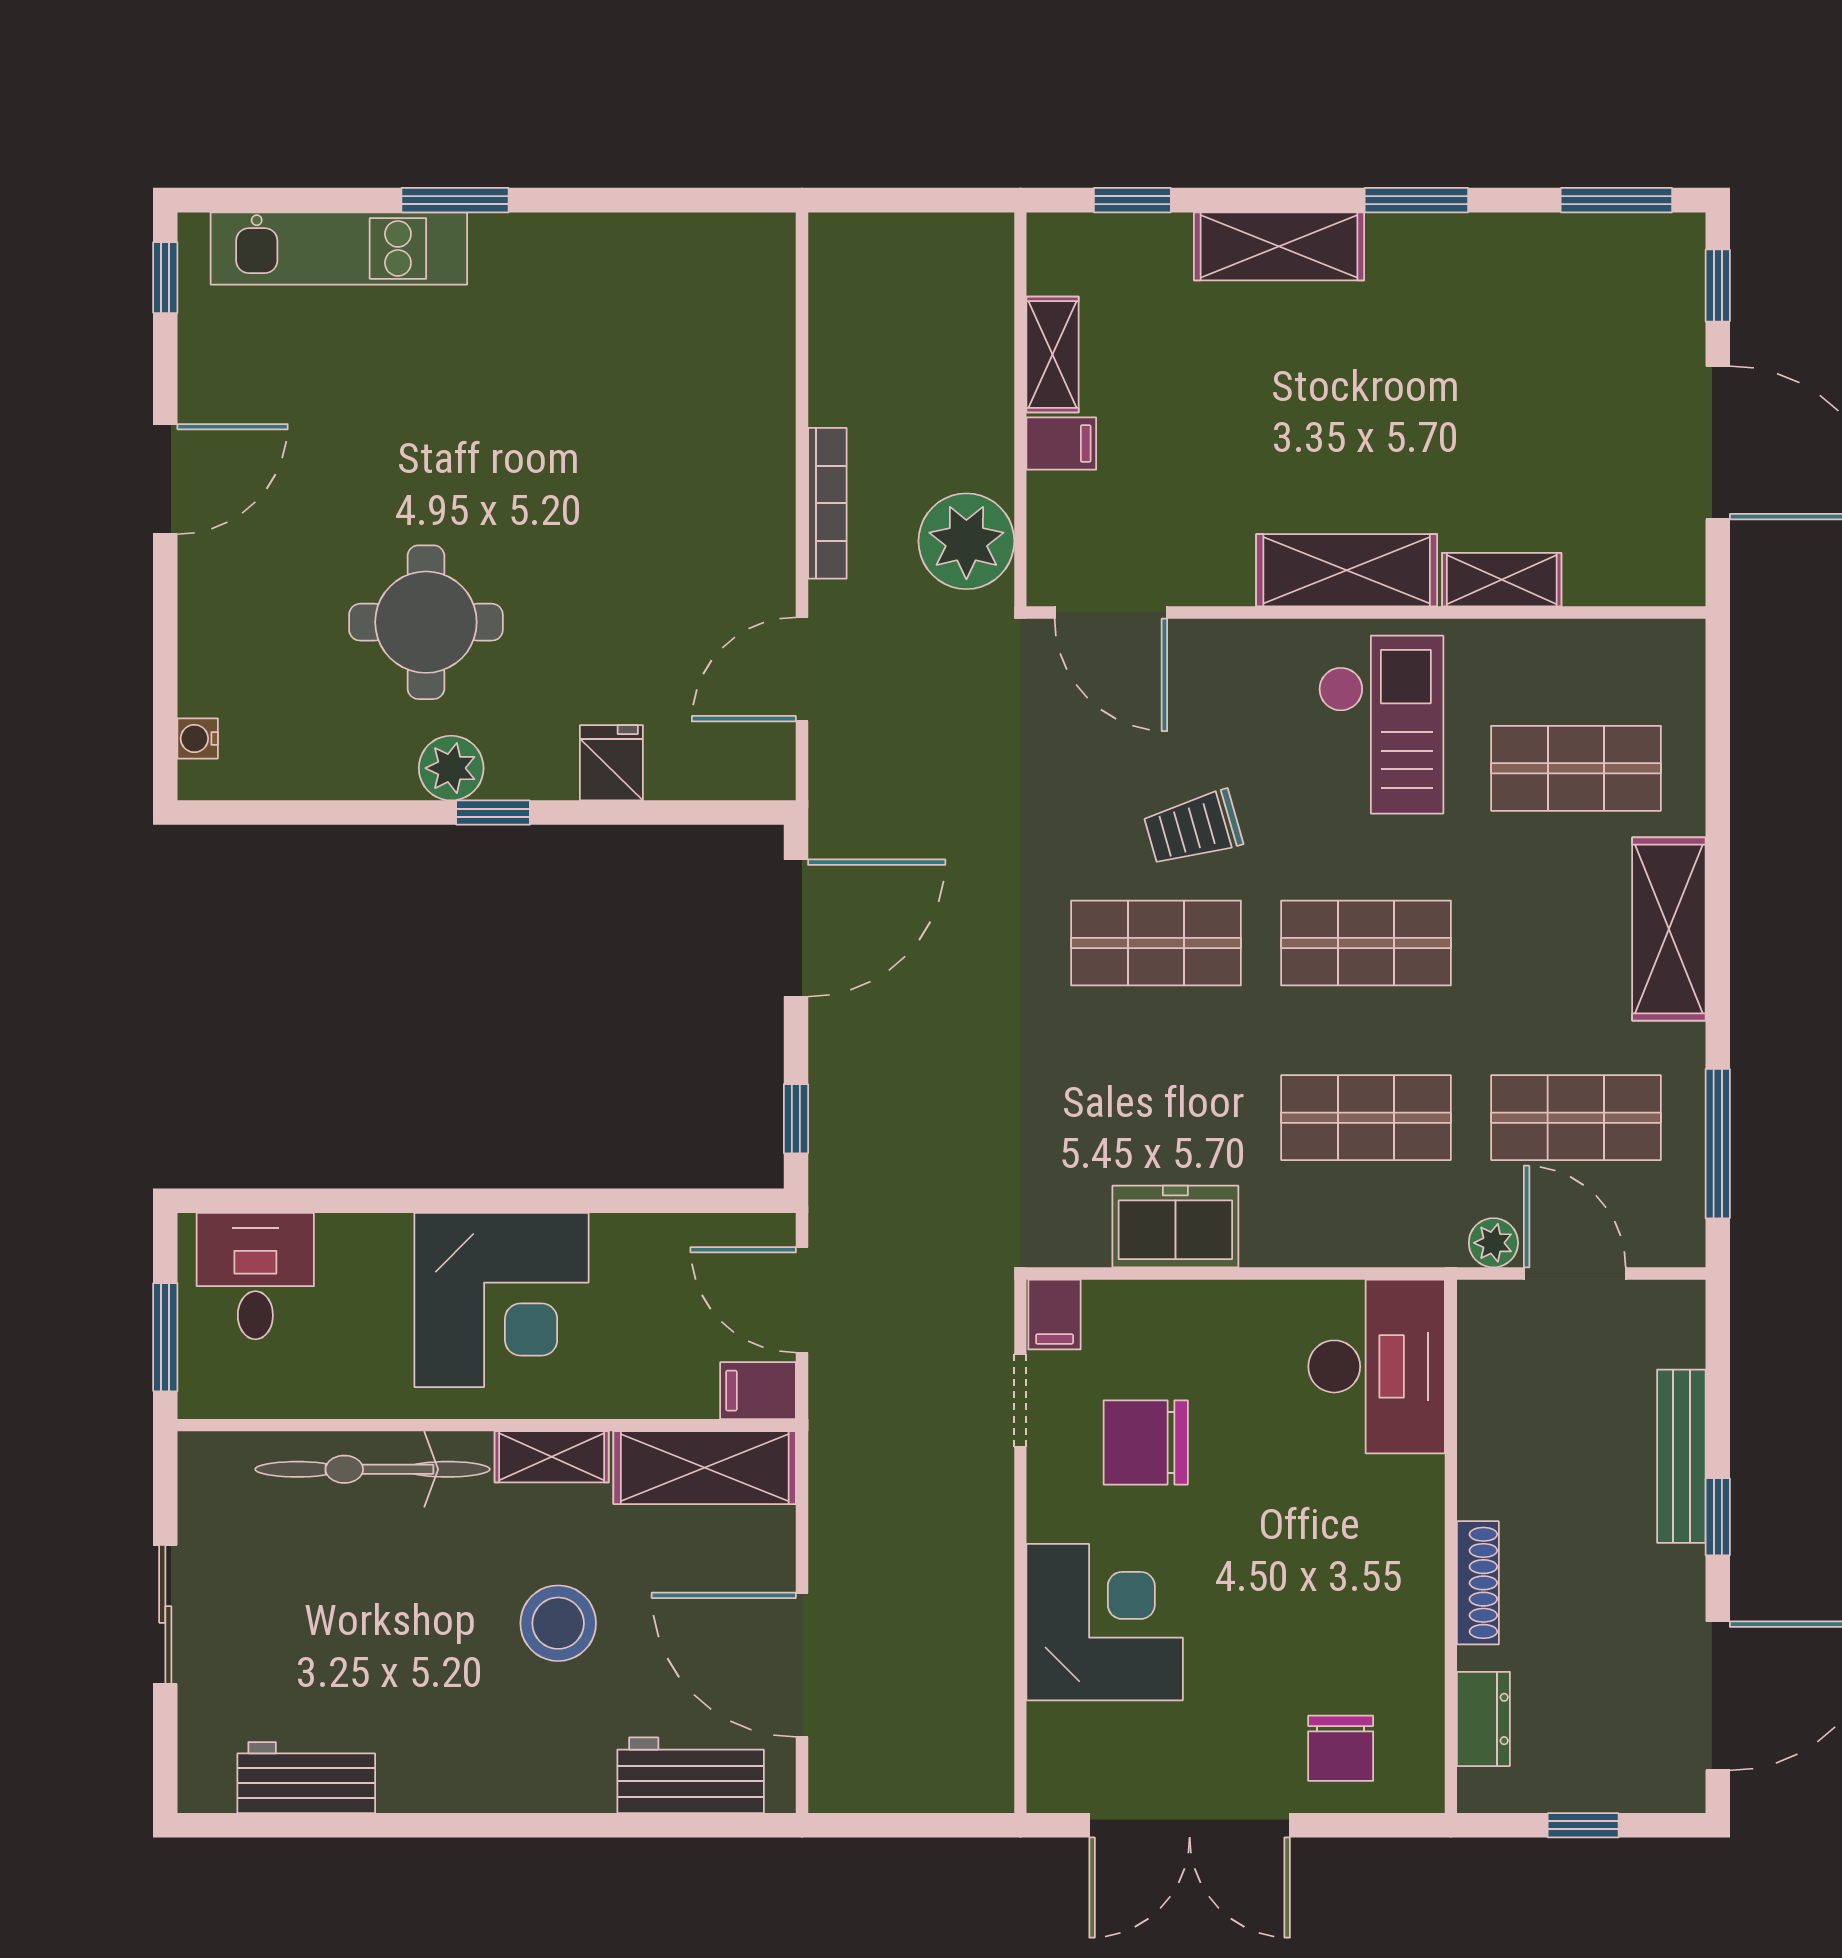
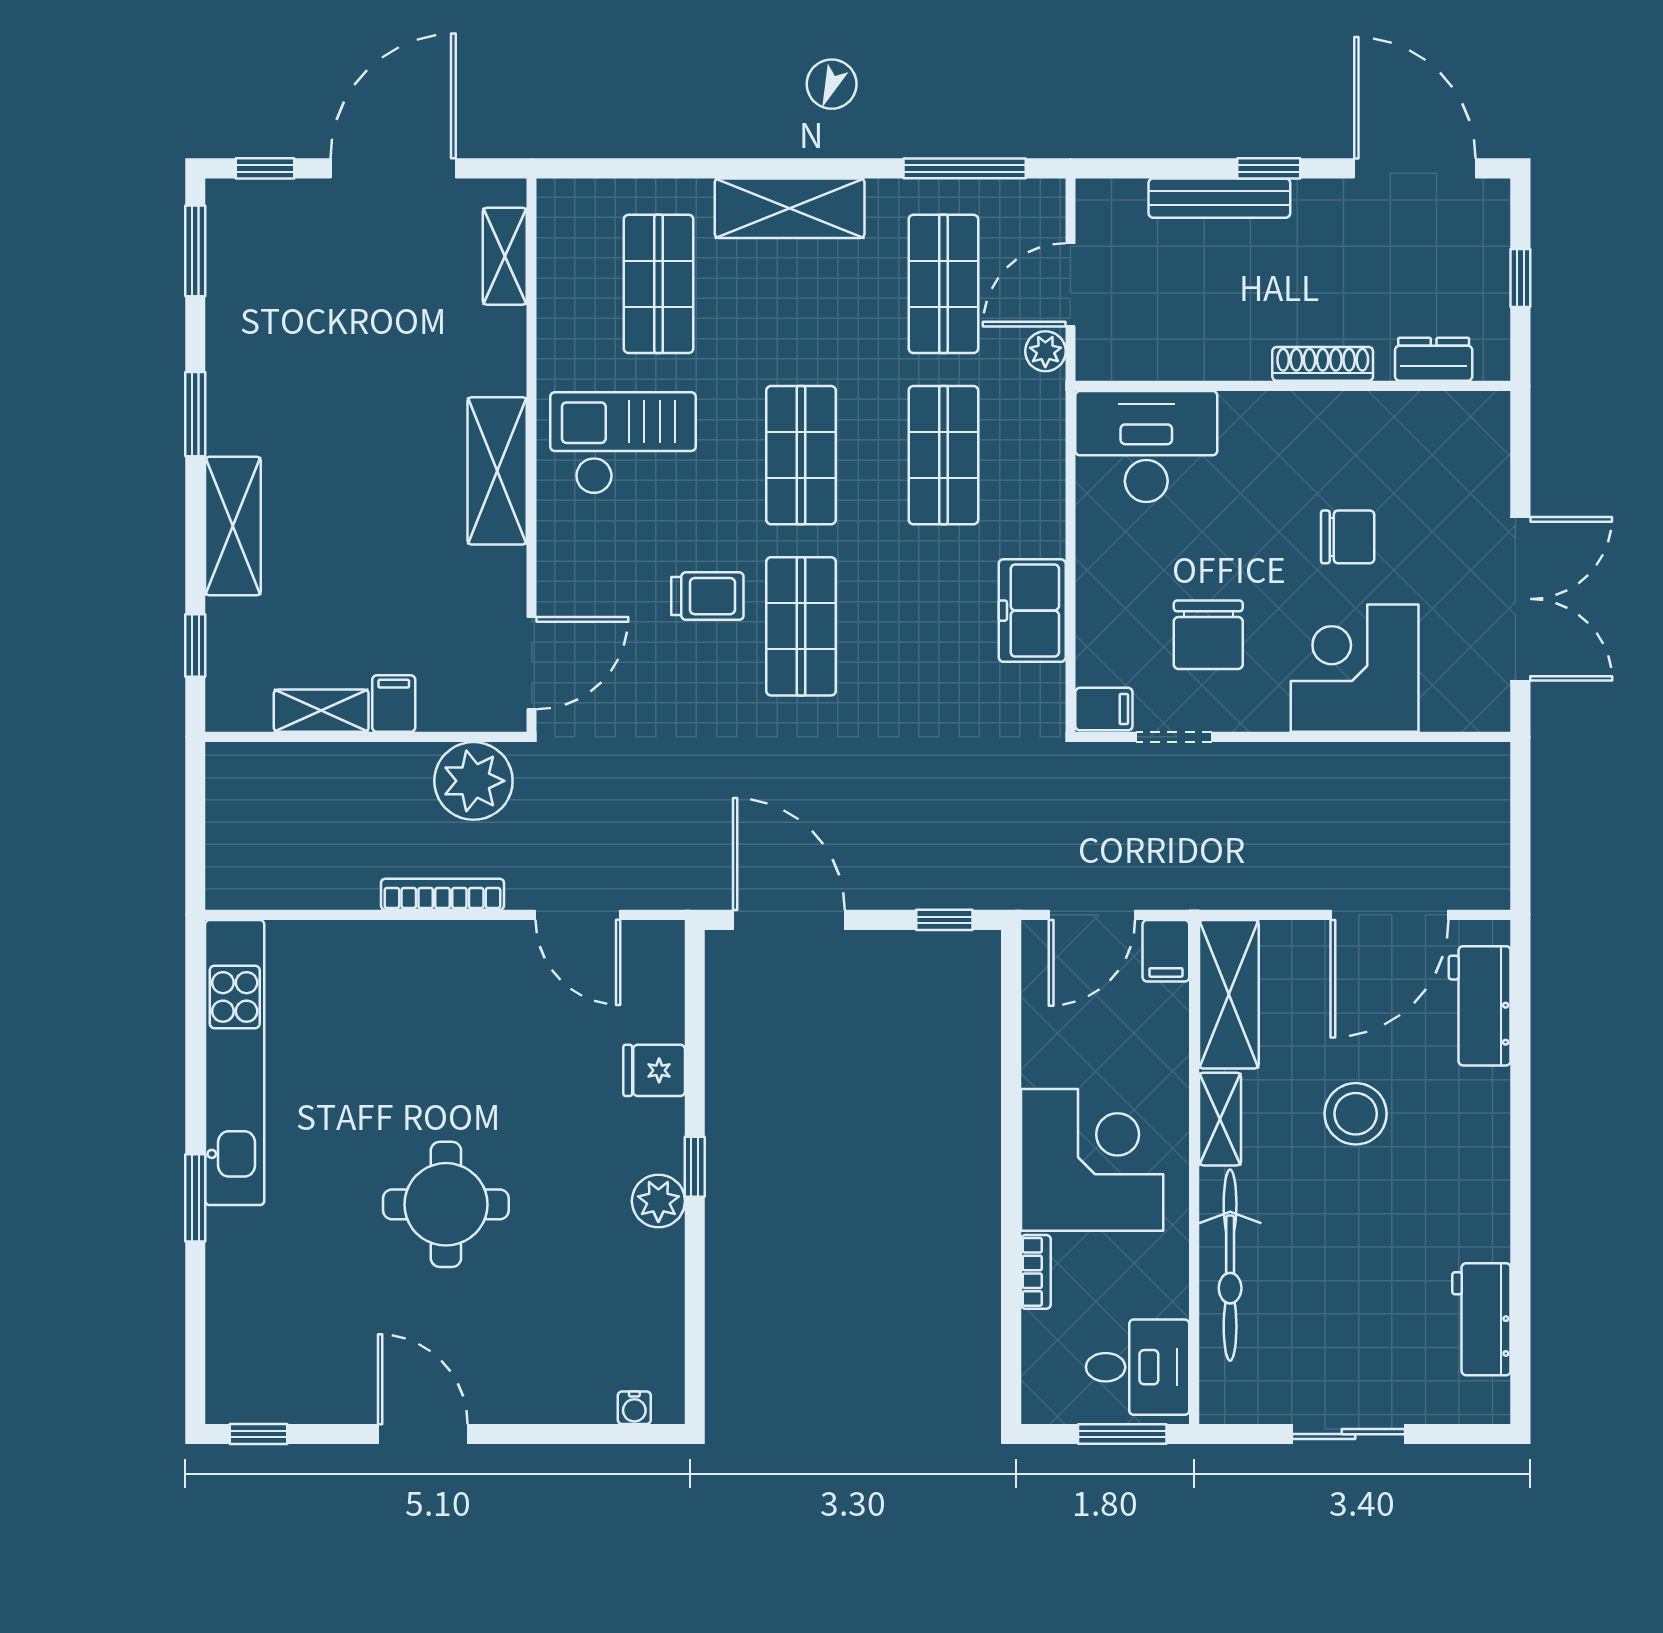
kitchen unit: (339, 248) -> (235, 1063), moved, width x1.36
shelving: (1502, 580) -> (505, 256), moved
round table: (426, 622) -> (446, 1204), moved
trolley: (1193, 828) -> (707, 596), turned -74
bookcase: (364, 1231) -> (1036, 1272), added
desk: (255, 1276) -> (1138, 1367), moved, turned 180
chair: (1341, 1748) -> (1348, 537), moved

